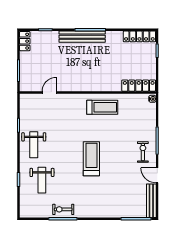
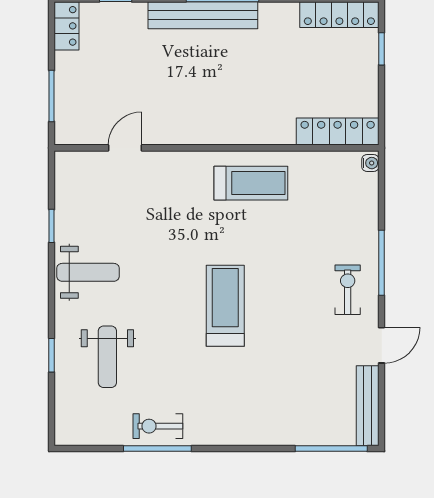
weight bench: (34, 145) -> (88, 272), turned -90
door: (157, 175) -> (382, 345), swing flipped

